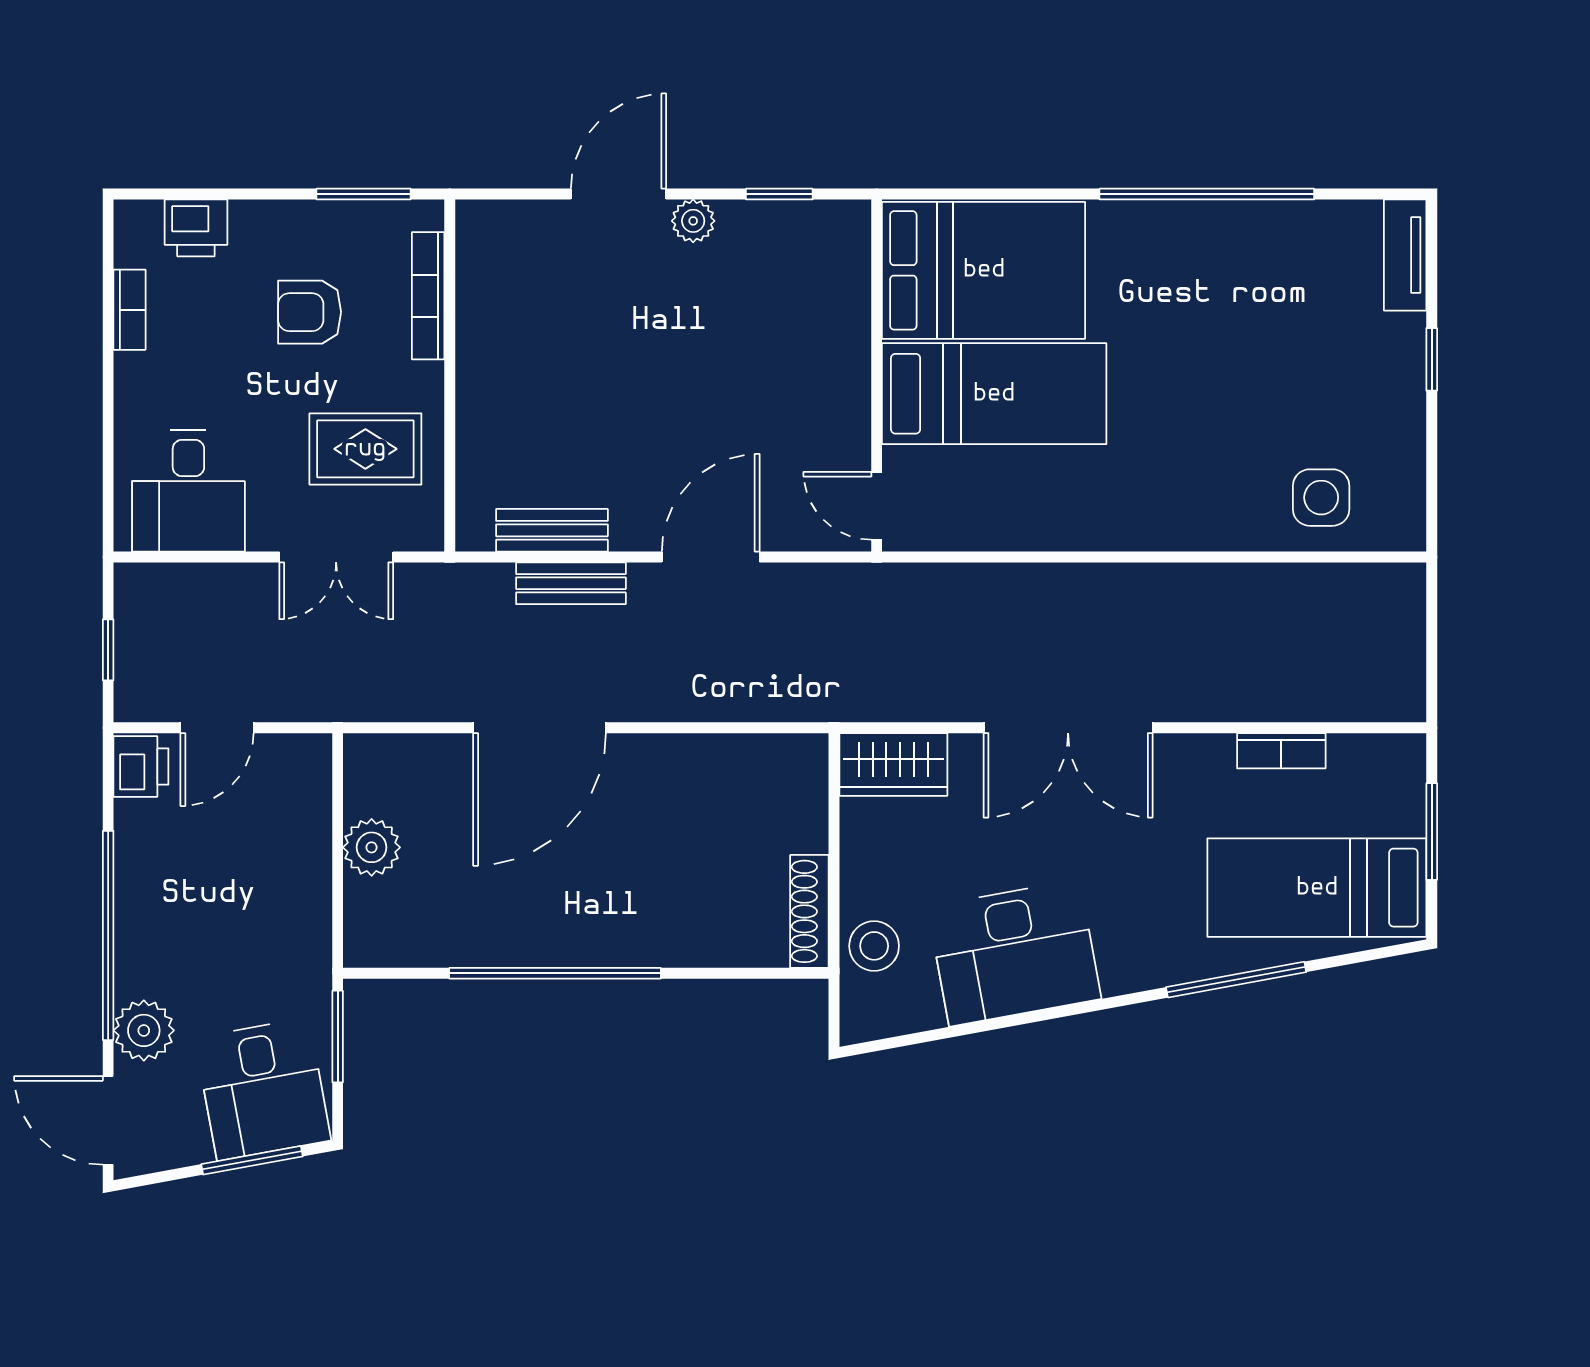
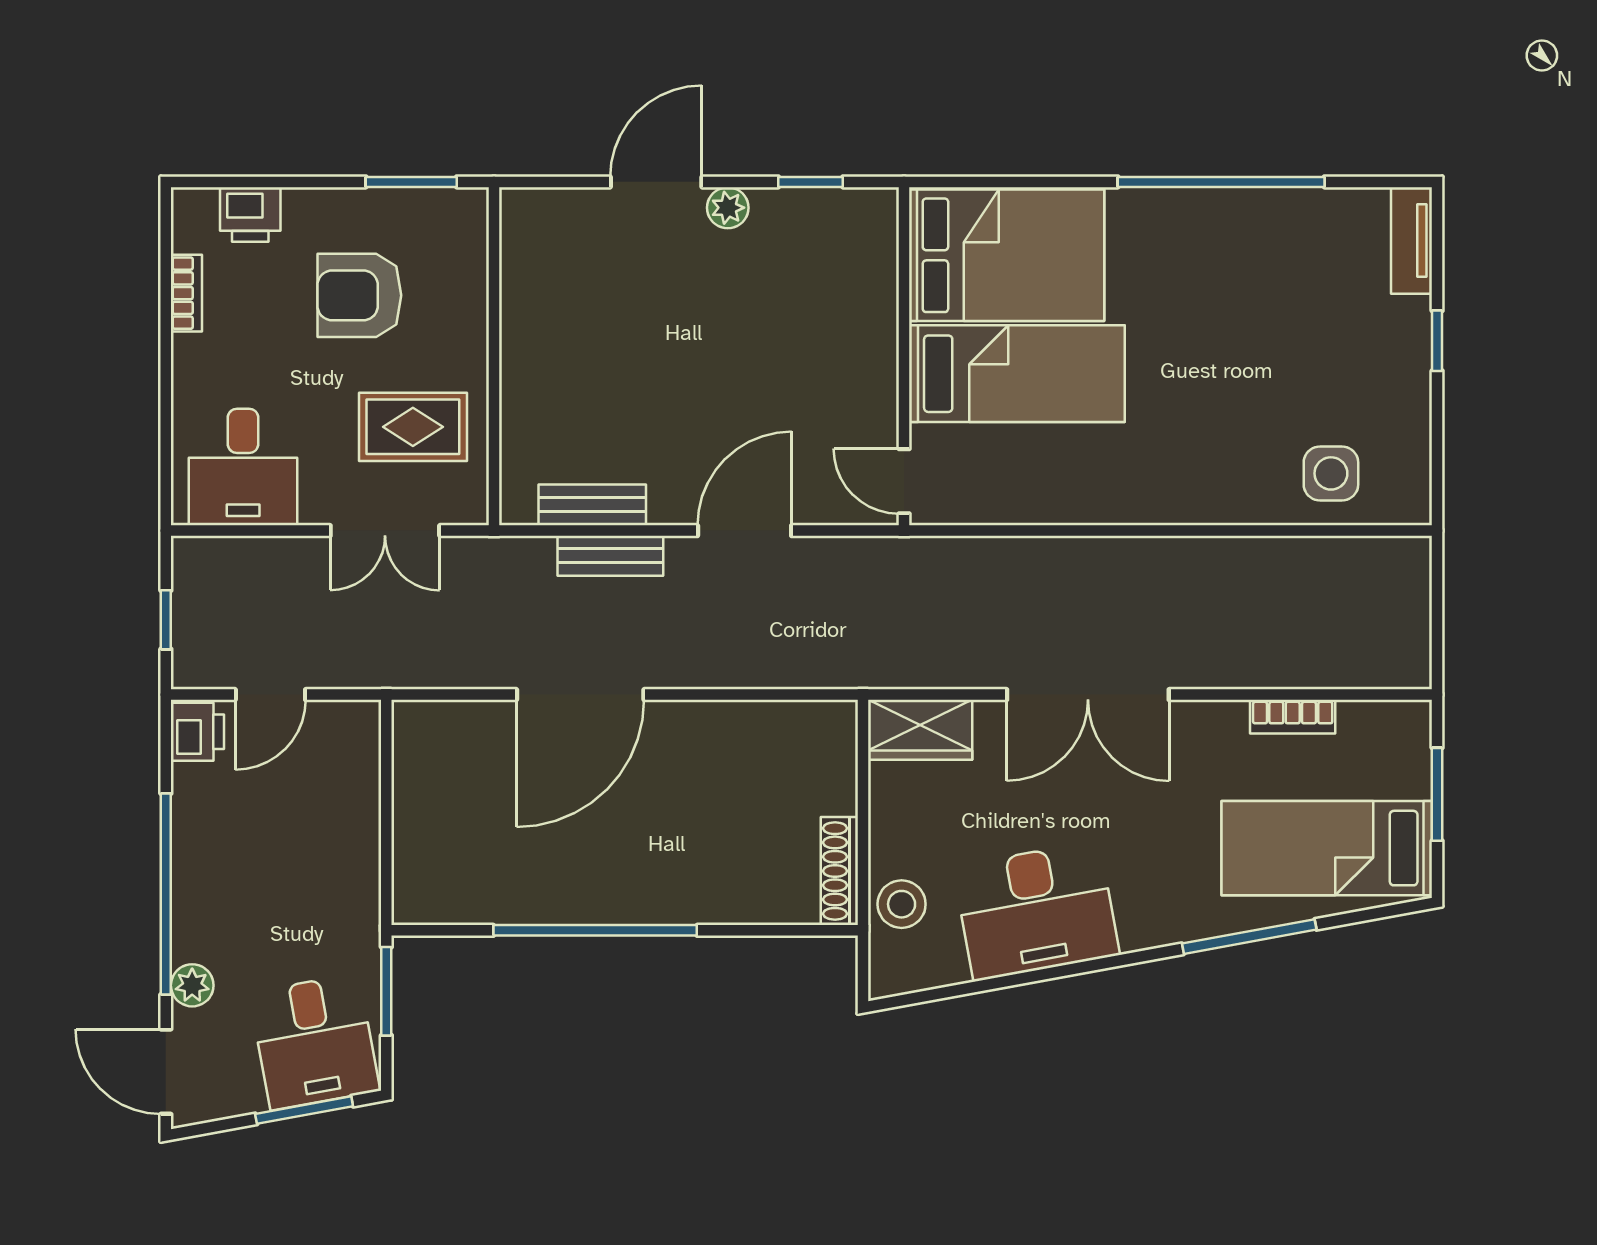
bookcase: (428, 296) -> (473, 280), removed
armchair: (310, 312) -> (359, 295), width x1.38, depth x1.38
plant: (372, 847) -> (419, 809), removed
plant: (144, 1030) -> (192, 985), width x0.73, depth x0.73

